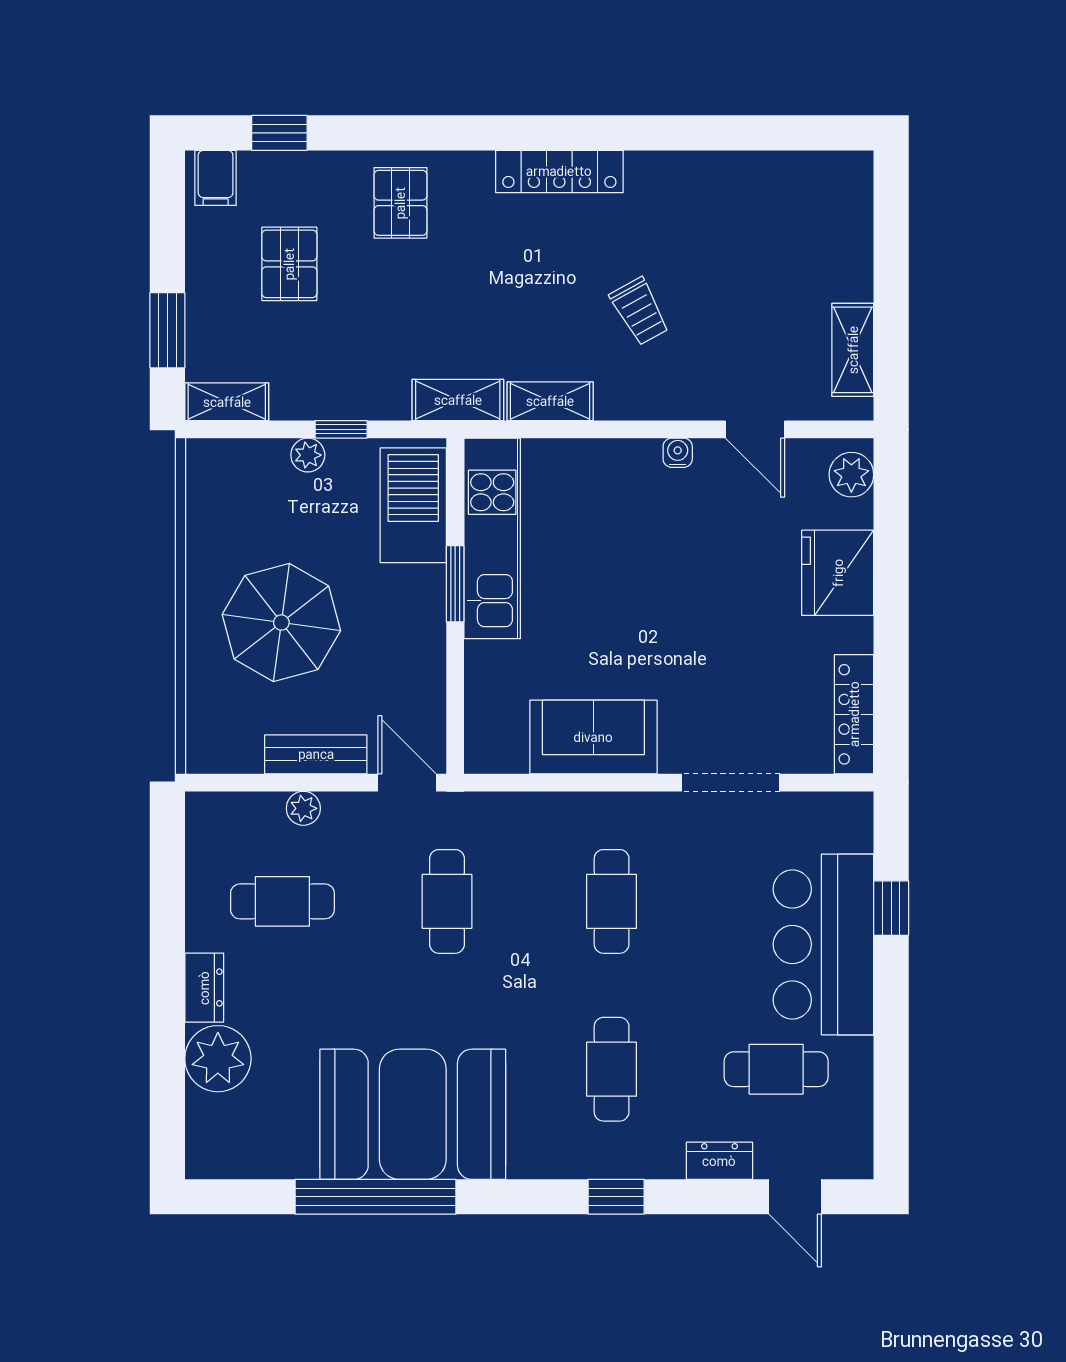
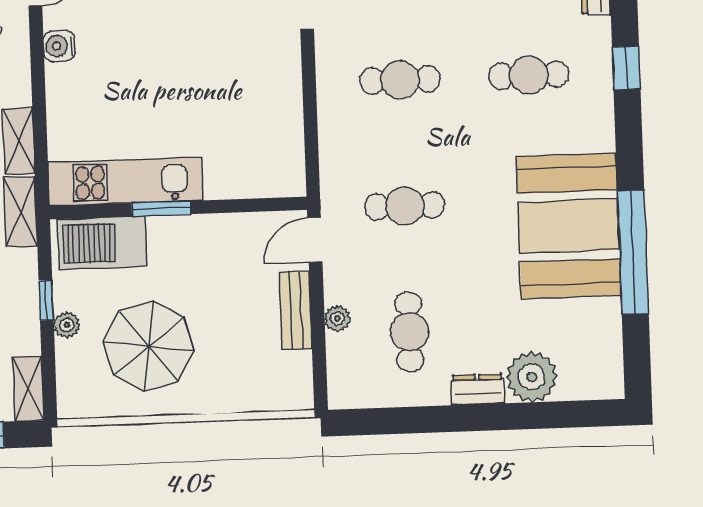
water cooler: (678, 453) -> (59, 46), width x1.38, depth x1.38
parasol: (281, 623) -> (149, 346), moved
sofa: (593, 737) -> (275, 98), removed

